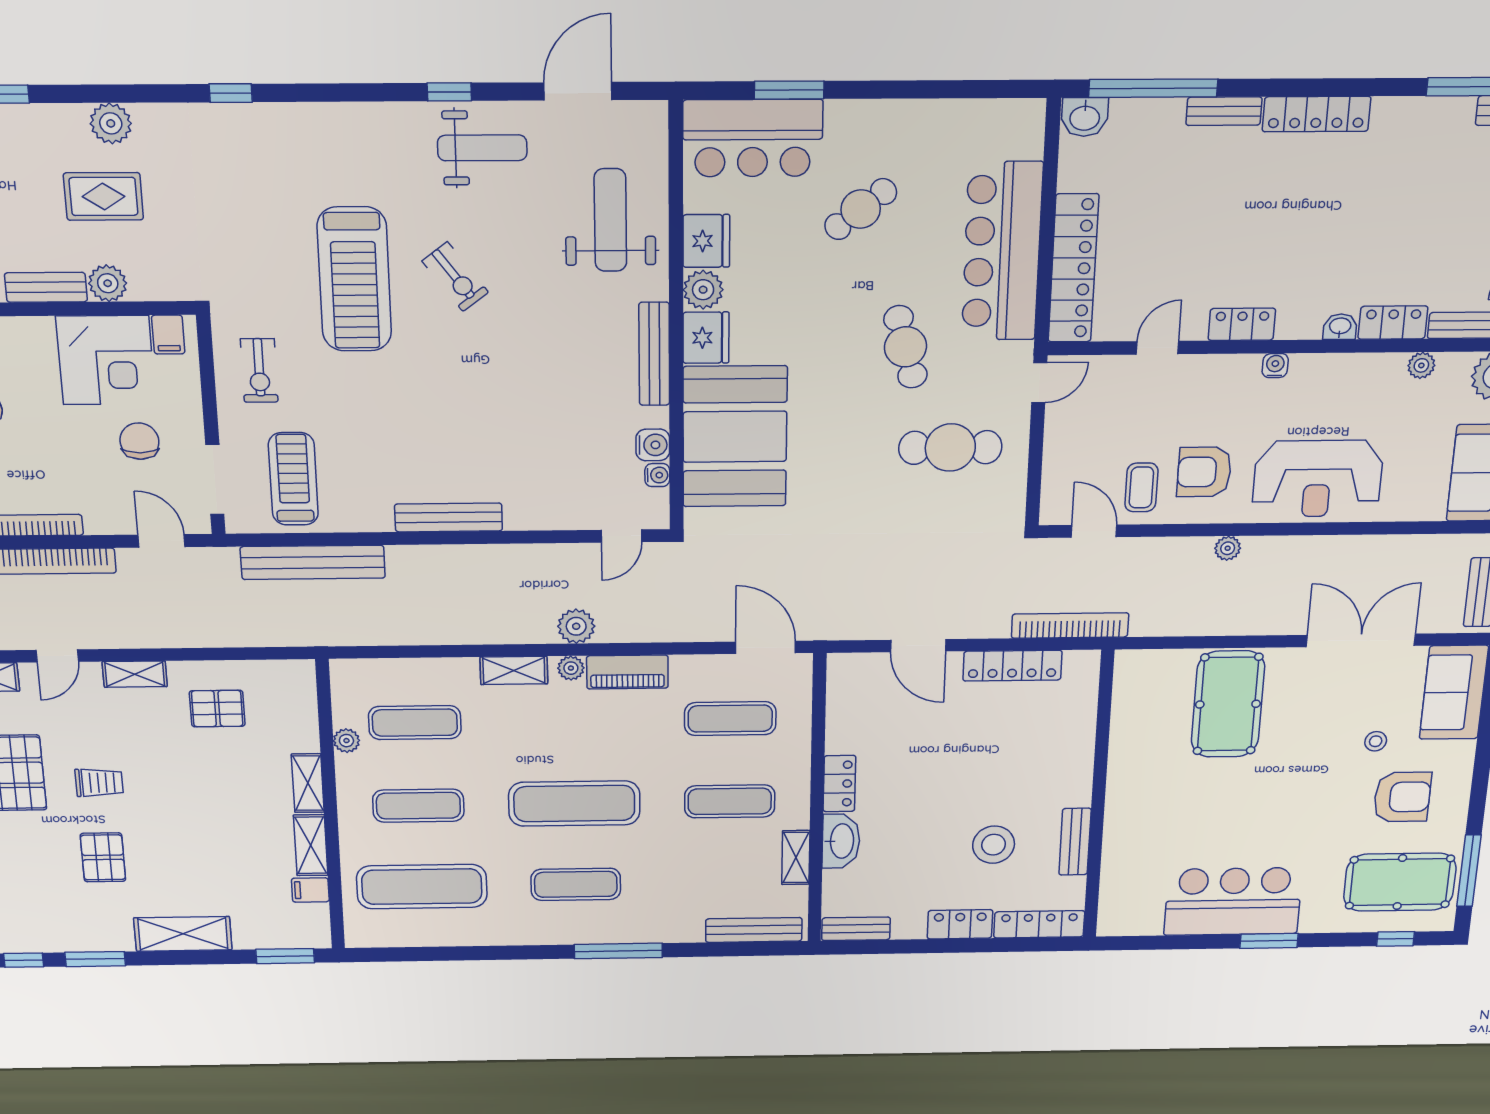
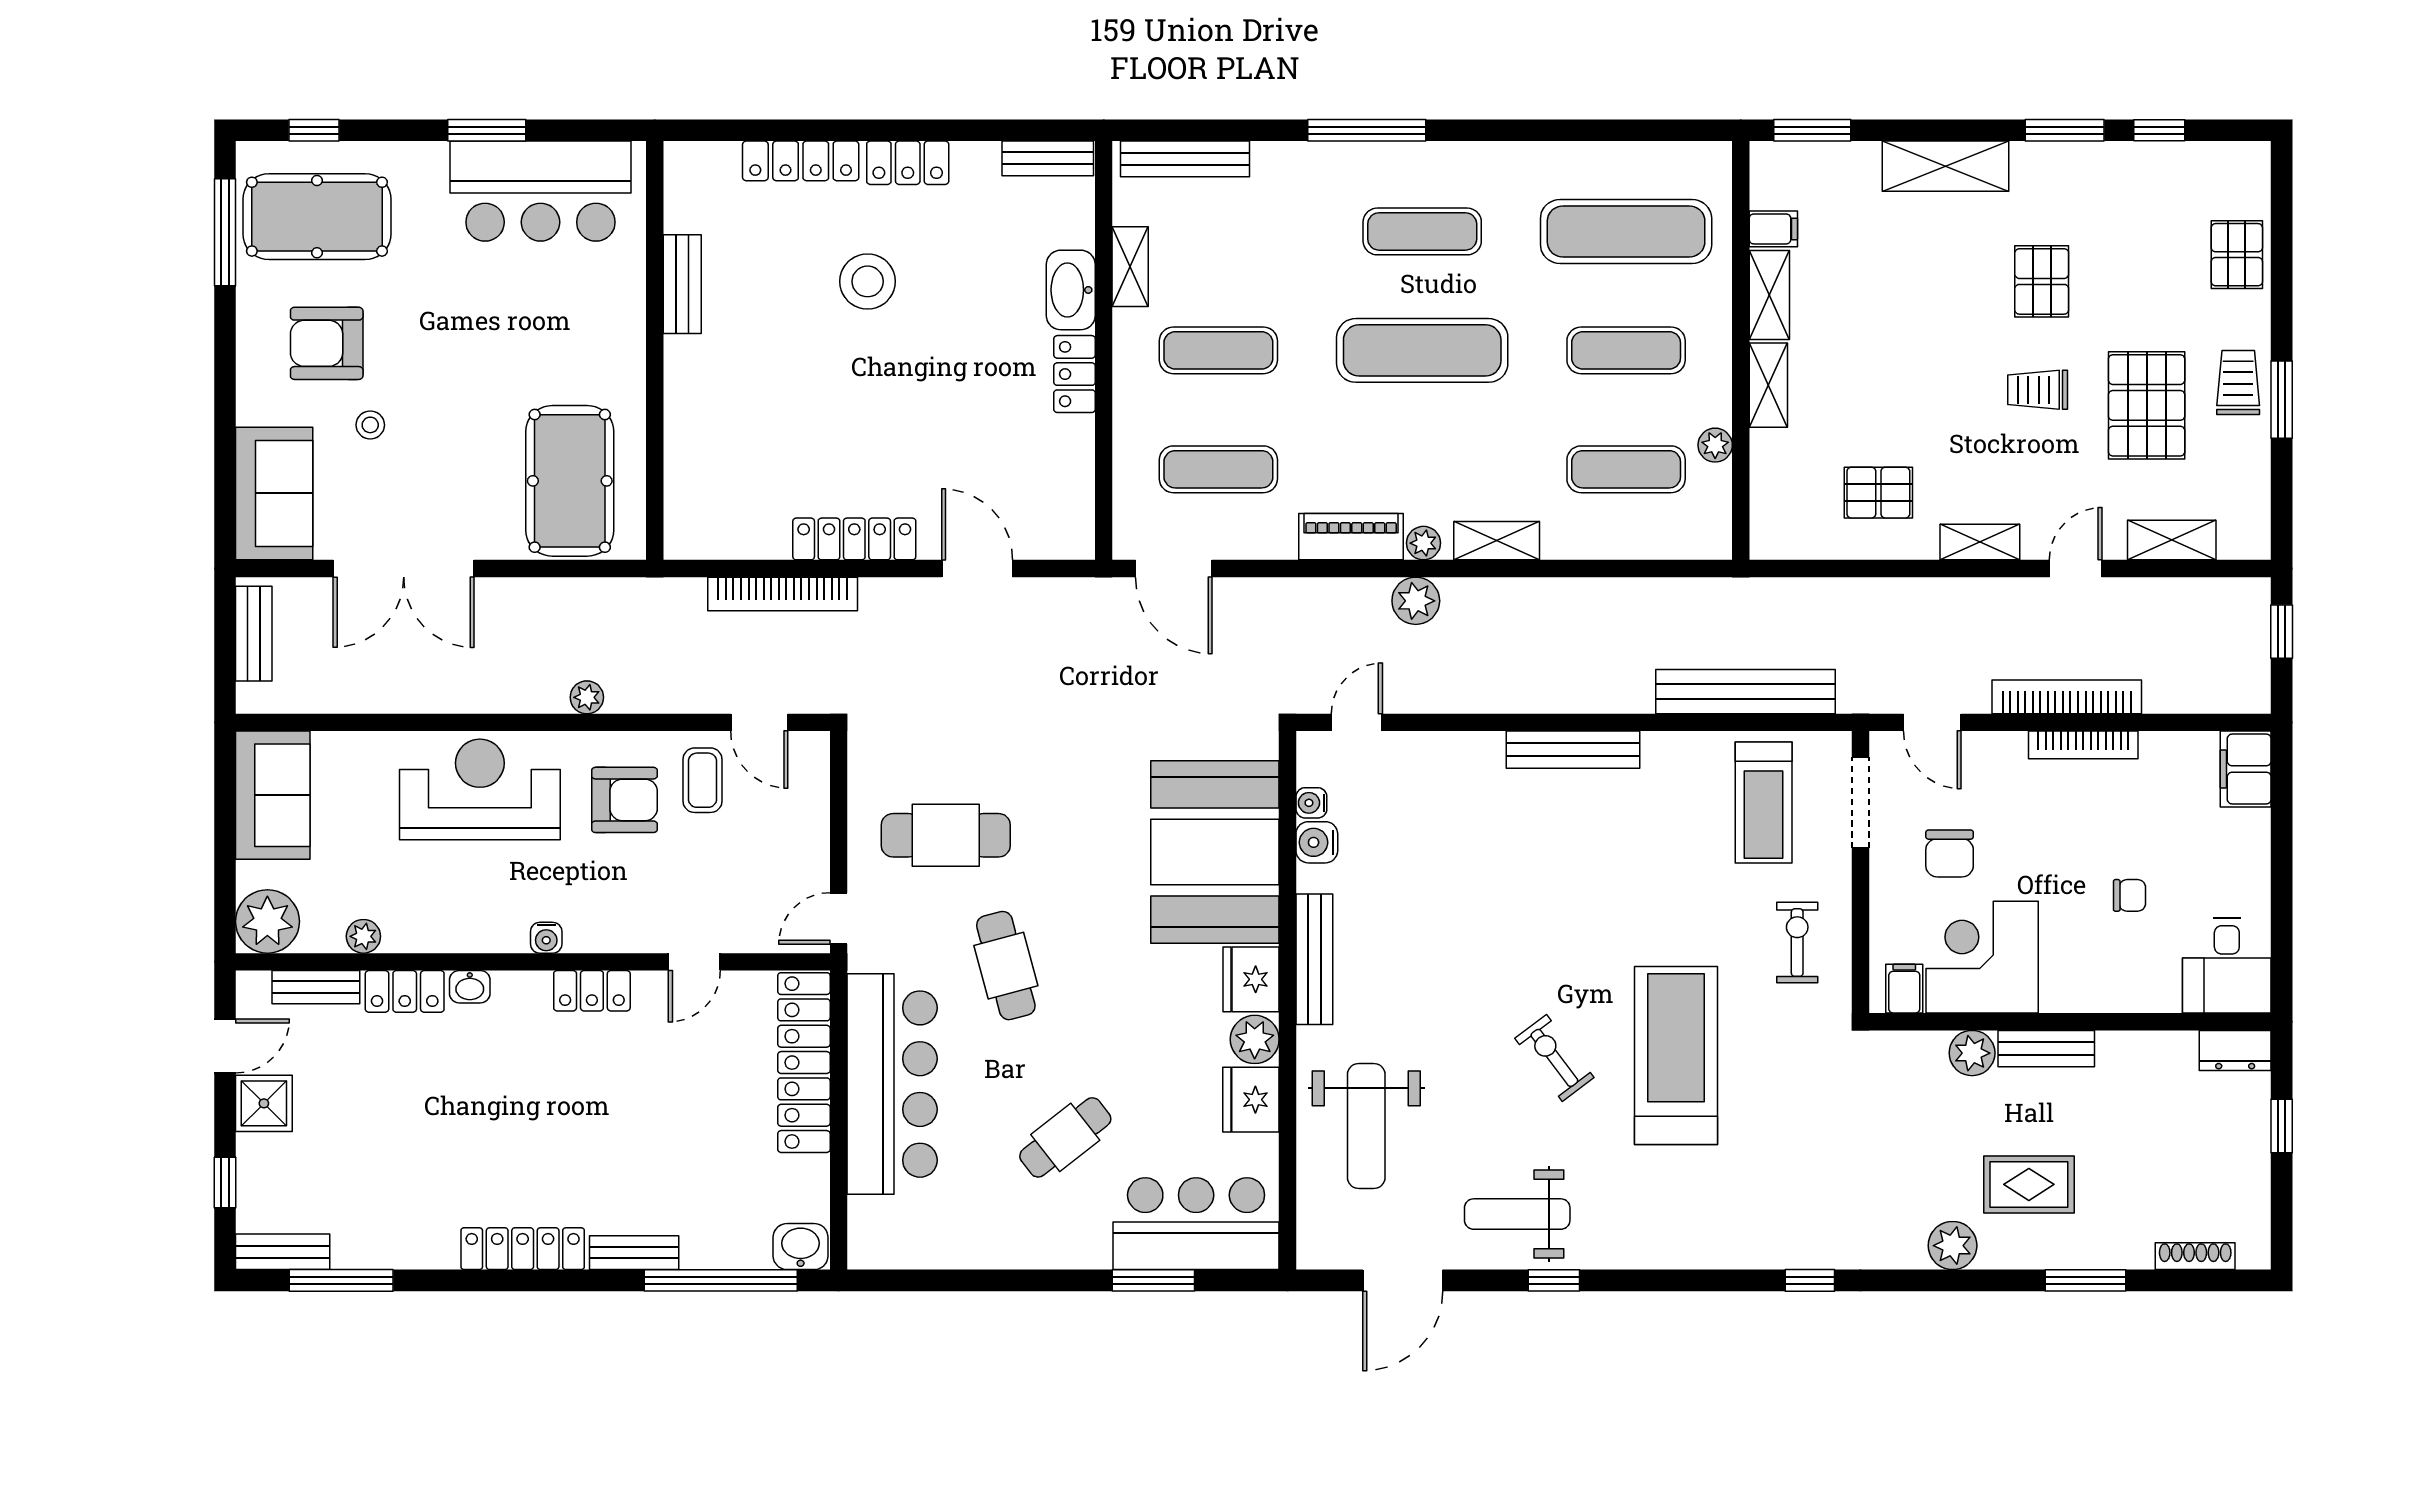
rug: (103, 196) -> (2029, 1184), moved
wall: (1098, 796) -> (655, 350), moved
bench: (1075, 842) -> (682, 284), moved

